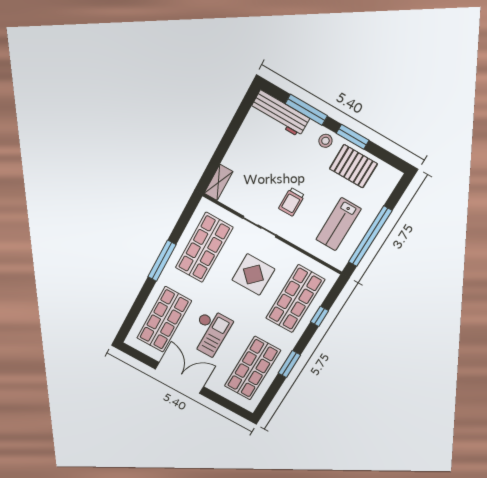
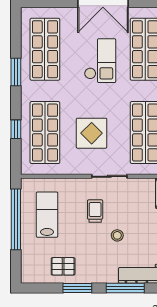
stool: (325, 141) -> (117, 235), moved
pallet: (353, 166) -> (63, 266), width x0.67, depth x0.71
checkout: (209, 332) -> (100, 61), turned 180

